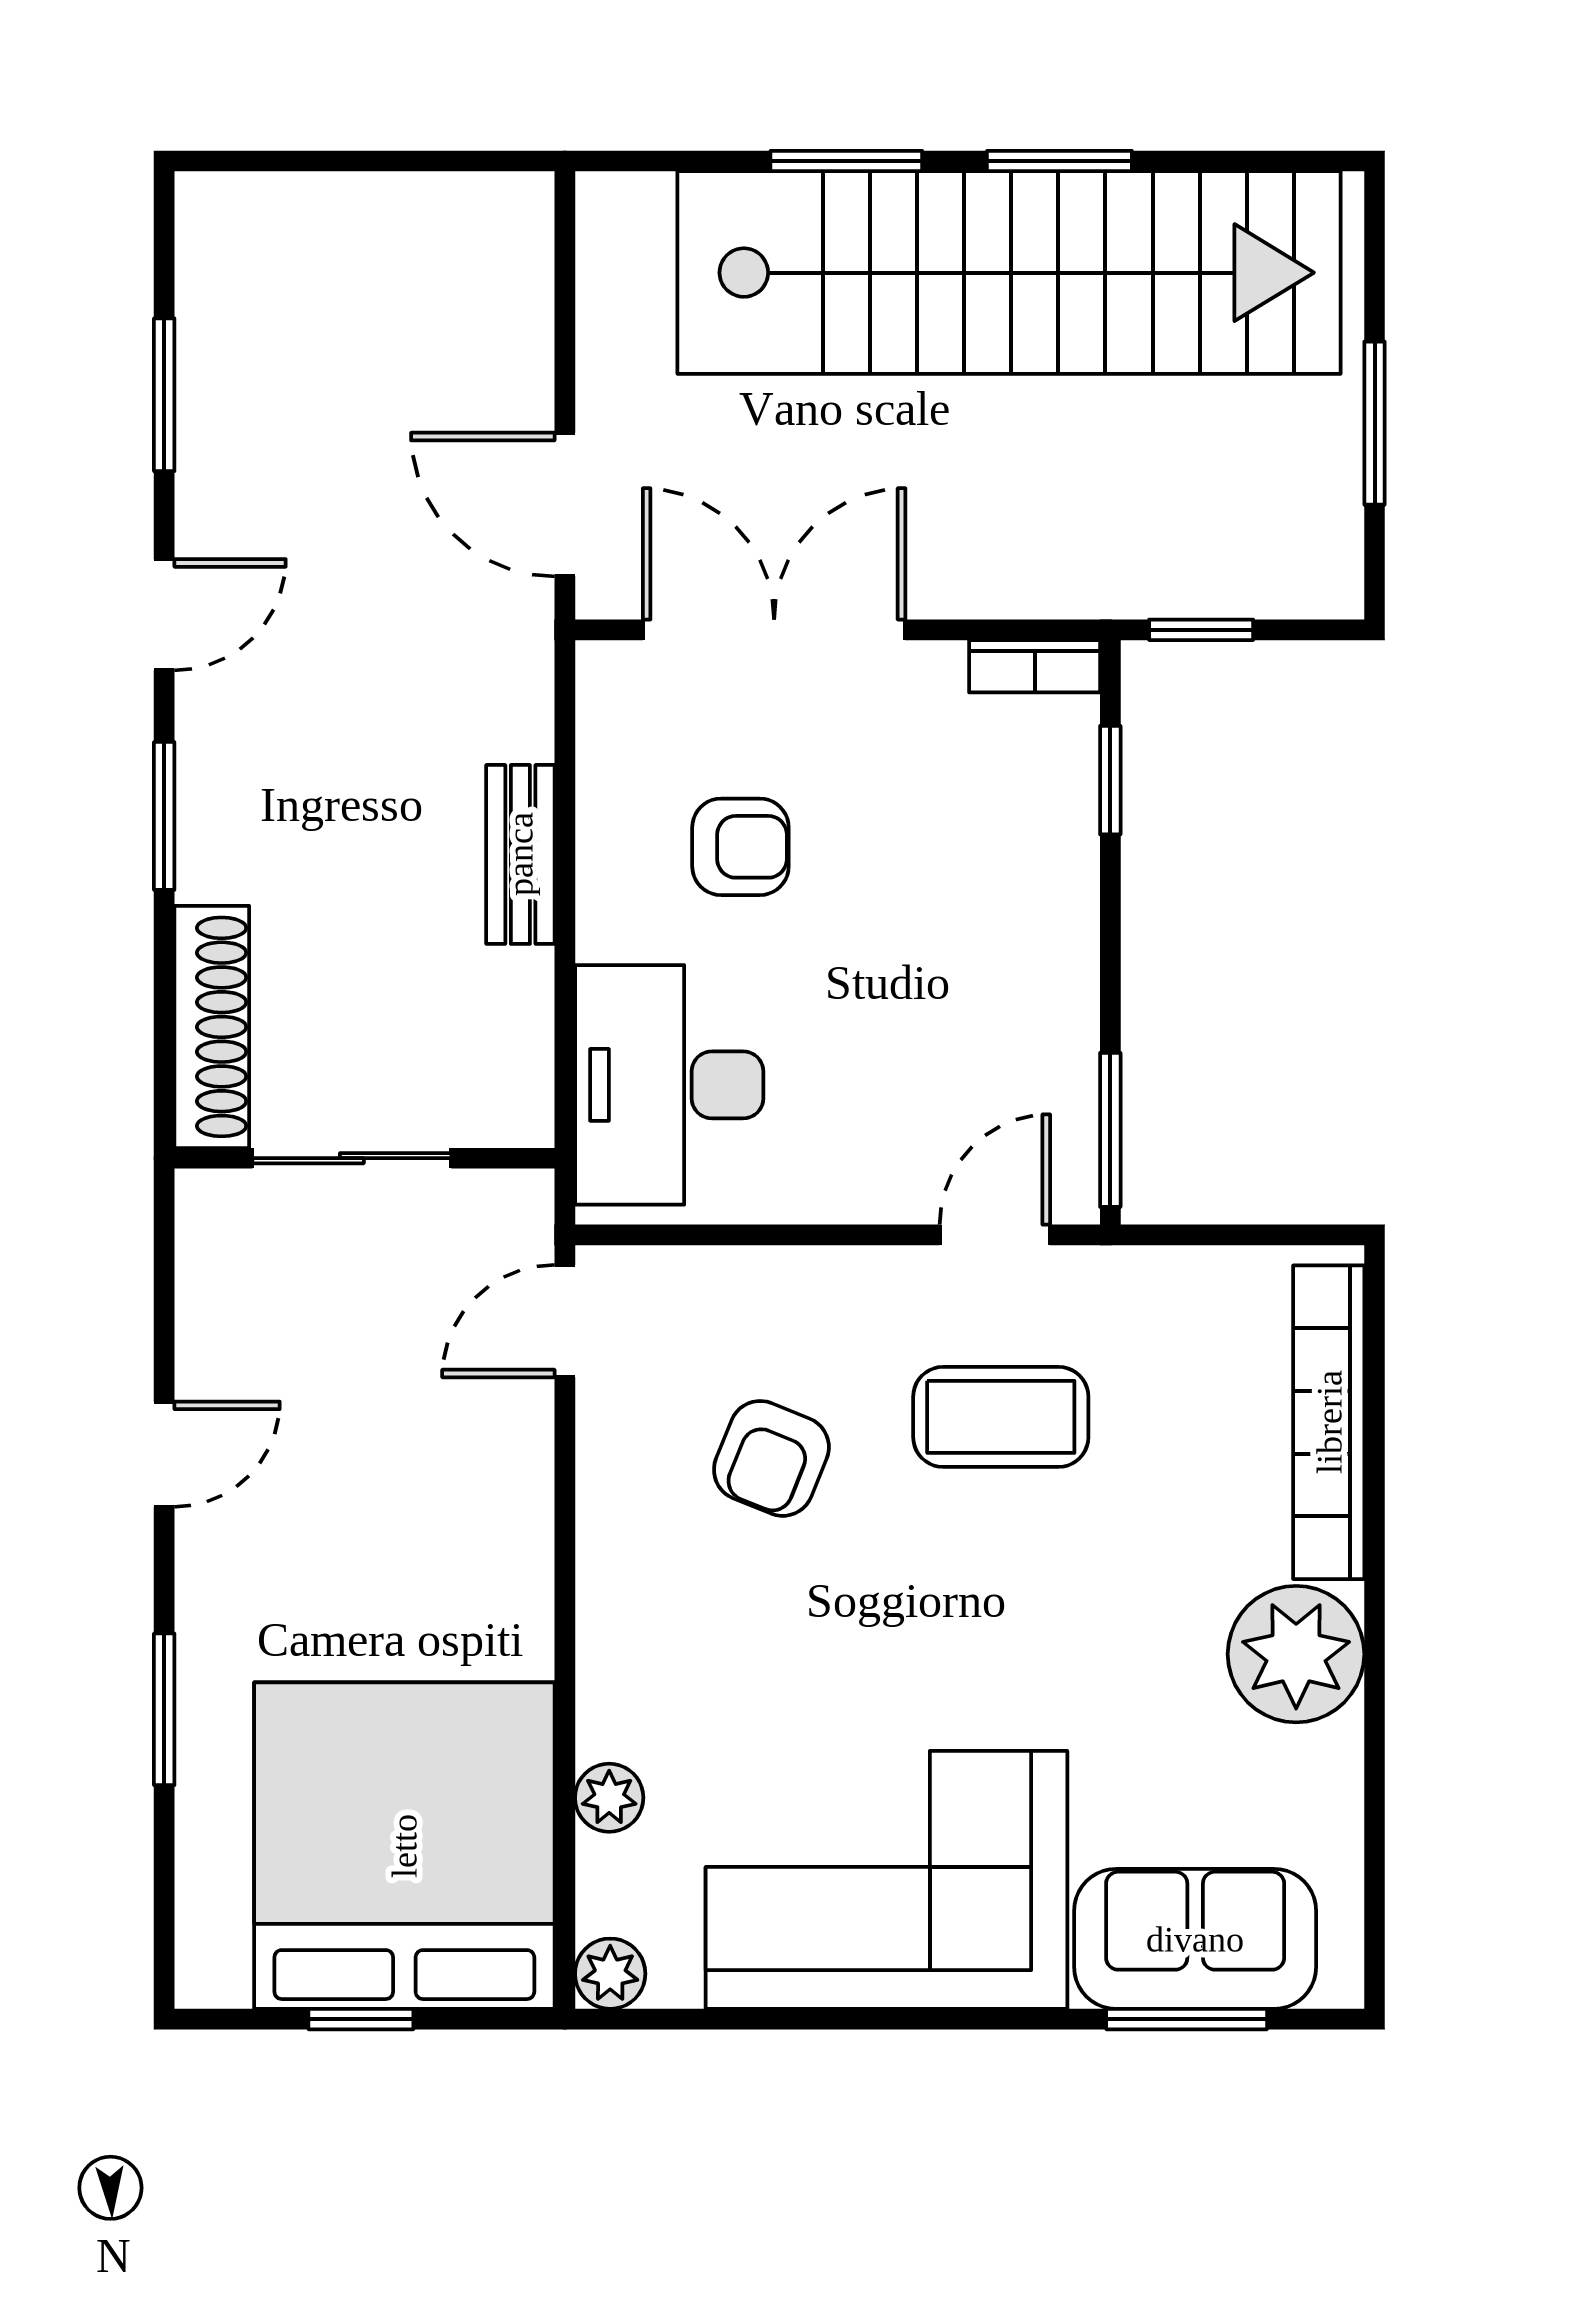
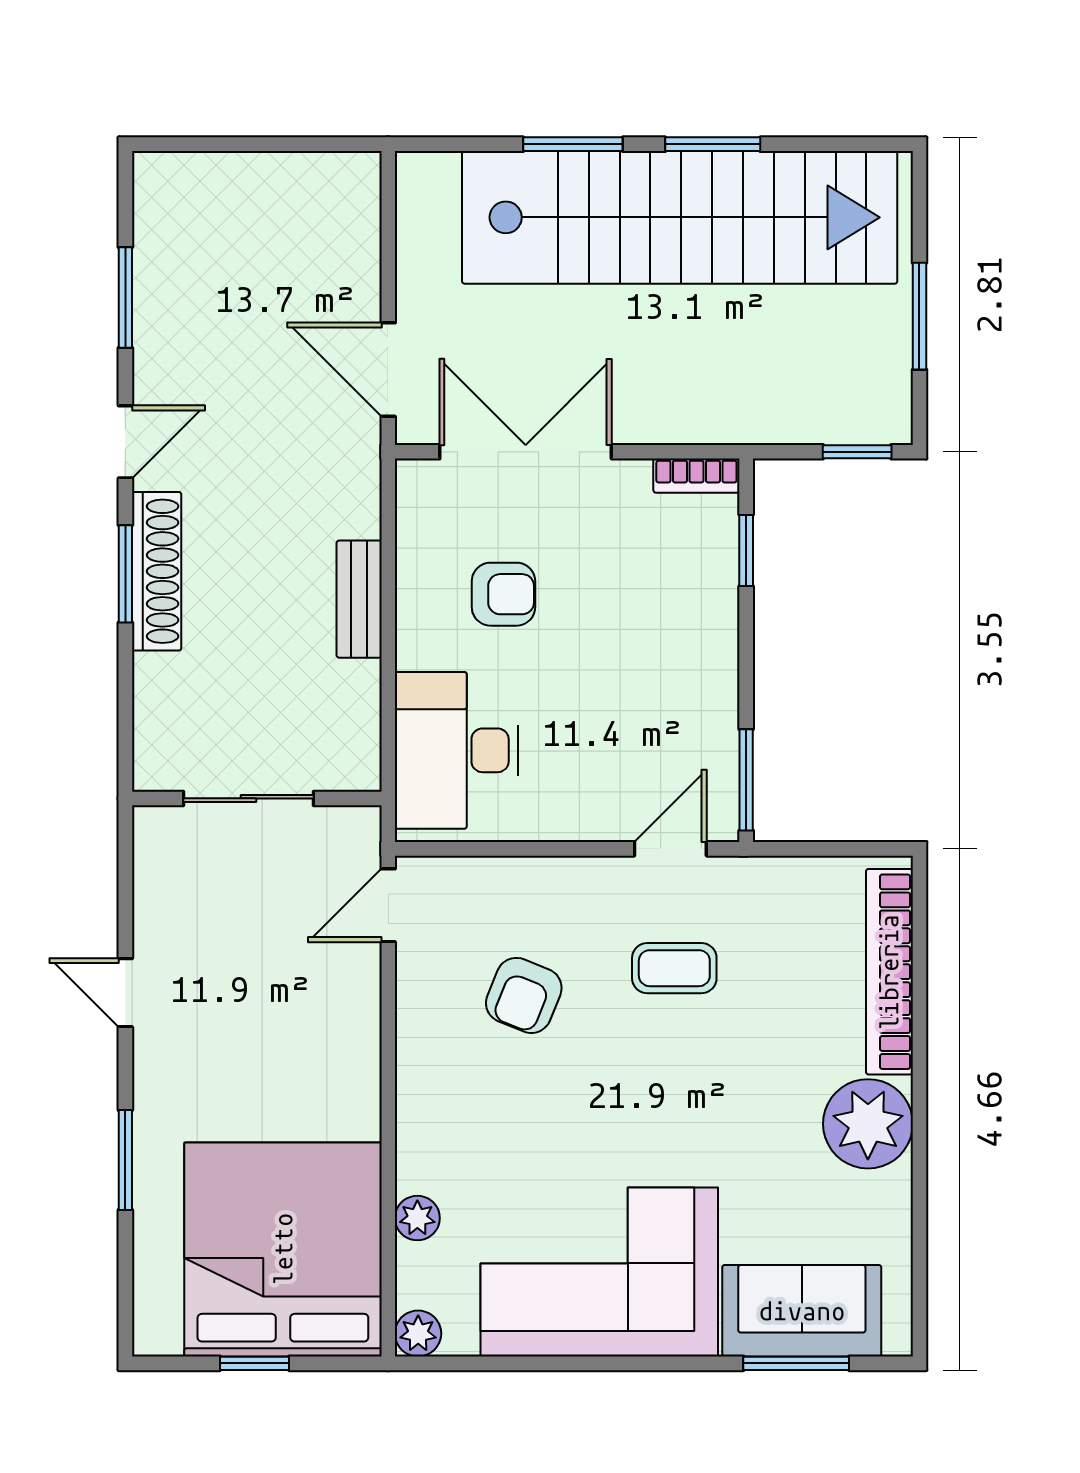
window: (1201, 630) -> (857, 452), moved
shoe rack: (212, 1027) -> (157, 571), moved
coffee table: (1001, 1417) -> (674, 968), width x0.73, depth x0.77
door: (164, 1454) -> (125, 993), swing flipped

